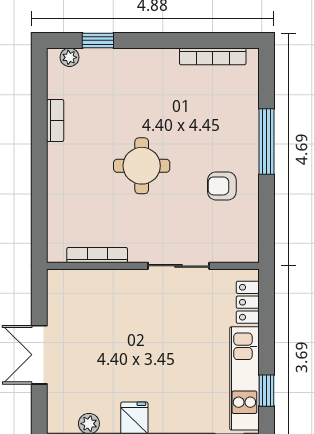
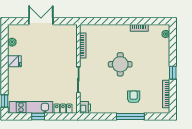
window: (98, 40) -> (173, 73), moved
armchair: (222, 186) -> (134, 97), moved
printer: (245, 250) -> (85, 107), added
window: (266, 391) -> (38, 117), moved

